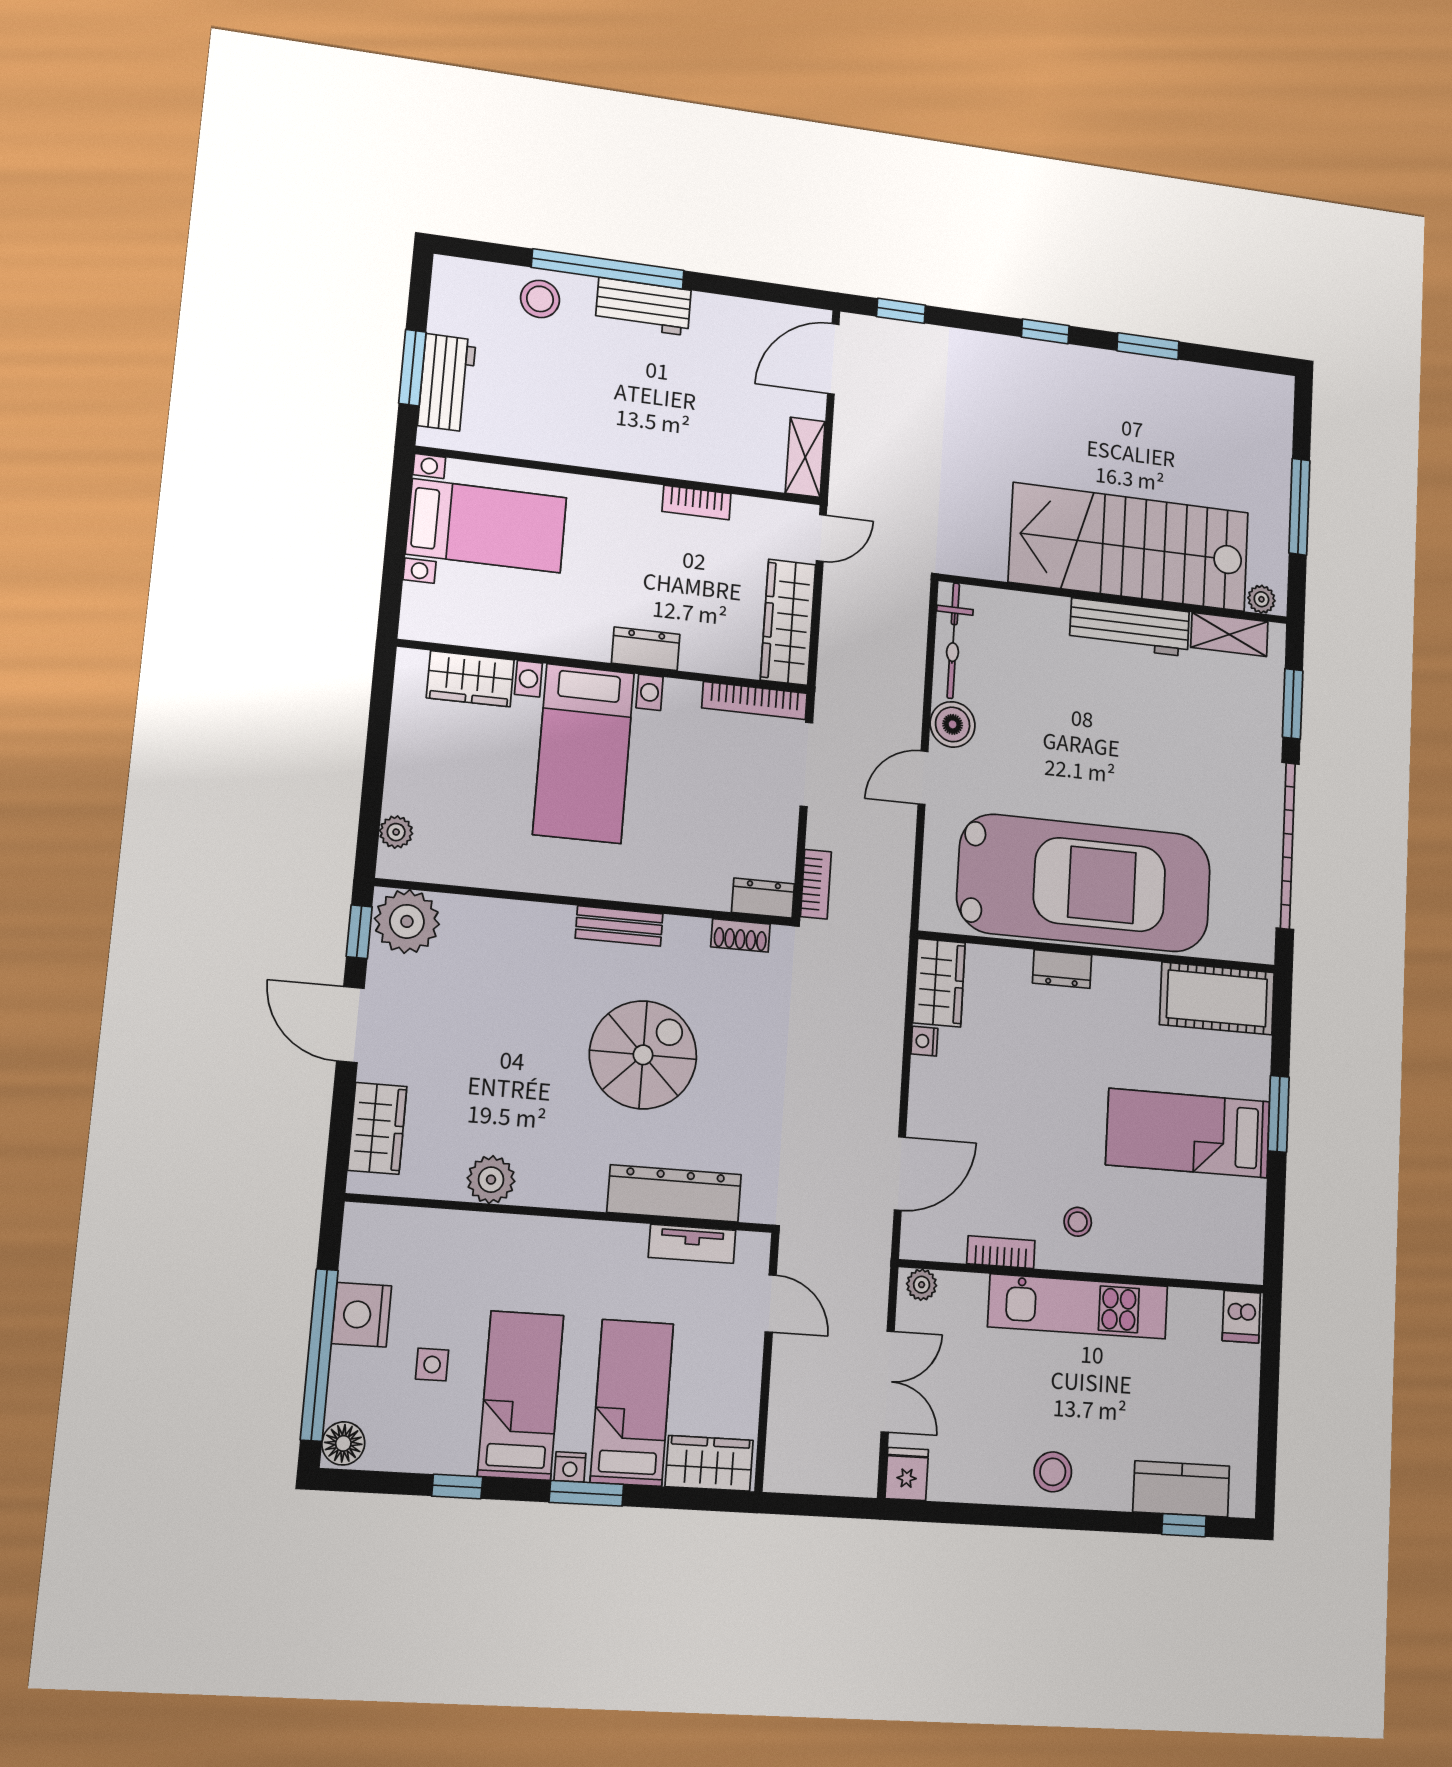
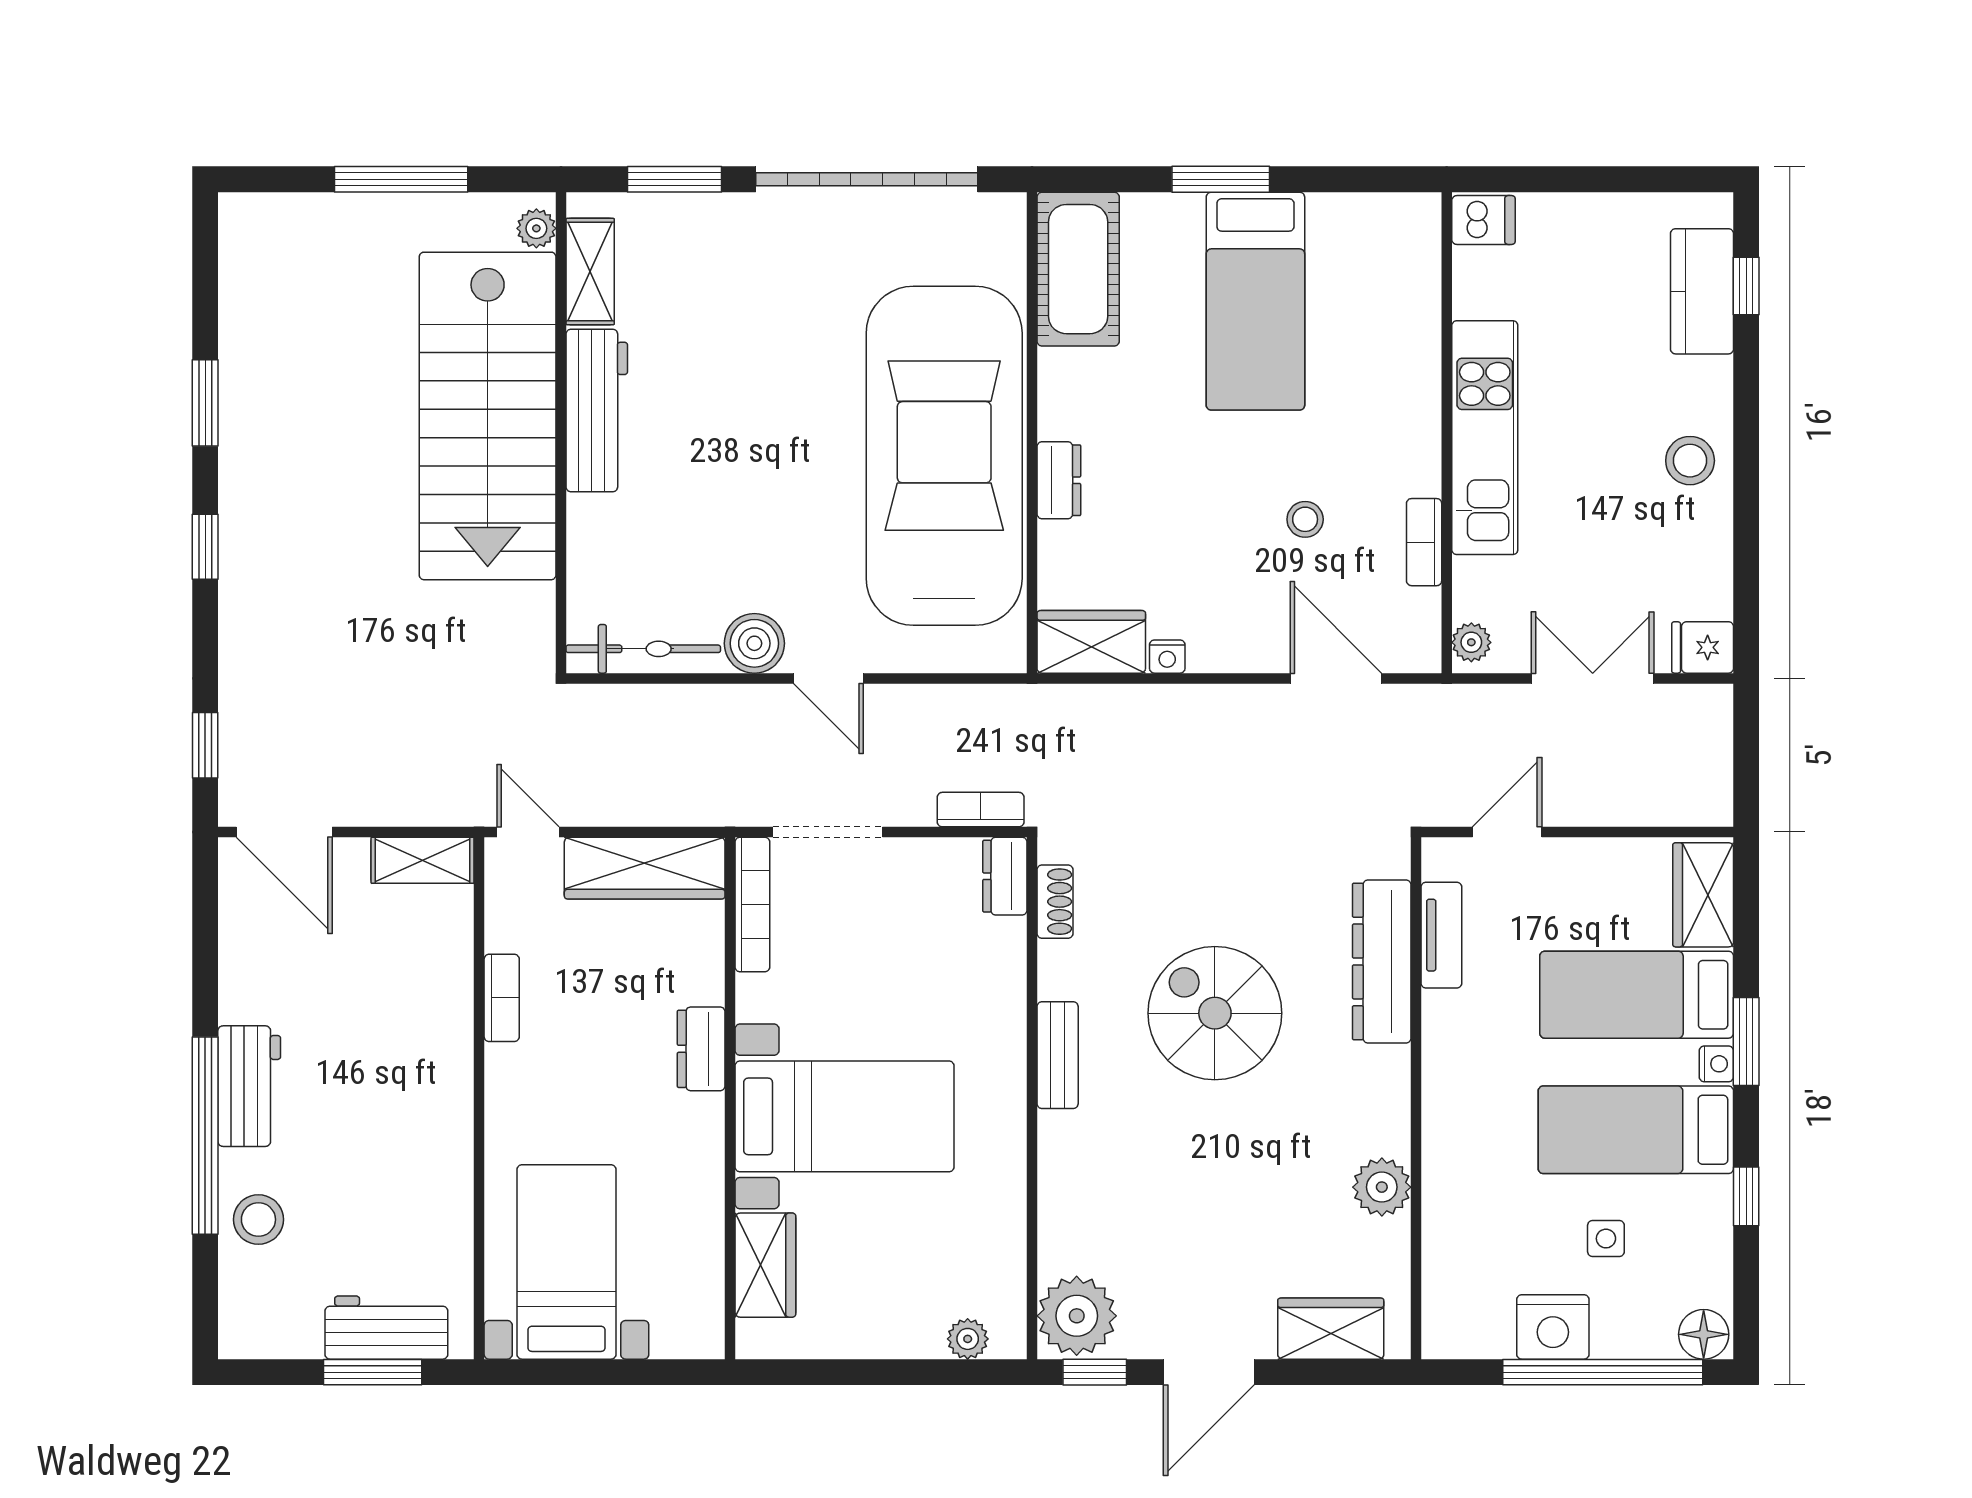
stool: (1078, 1222) -> (1305, 519), moved

